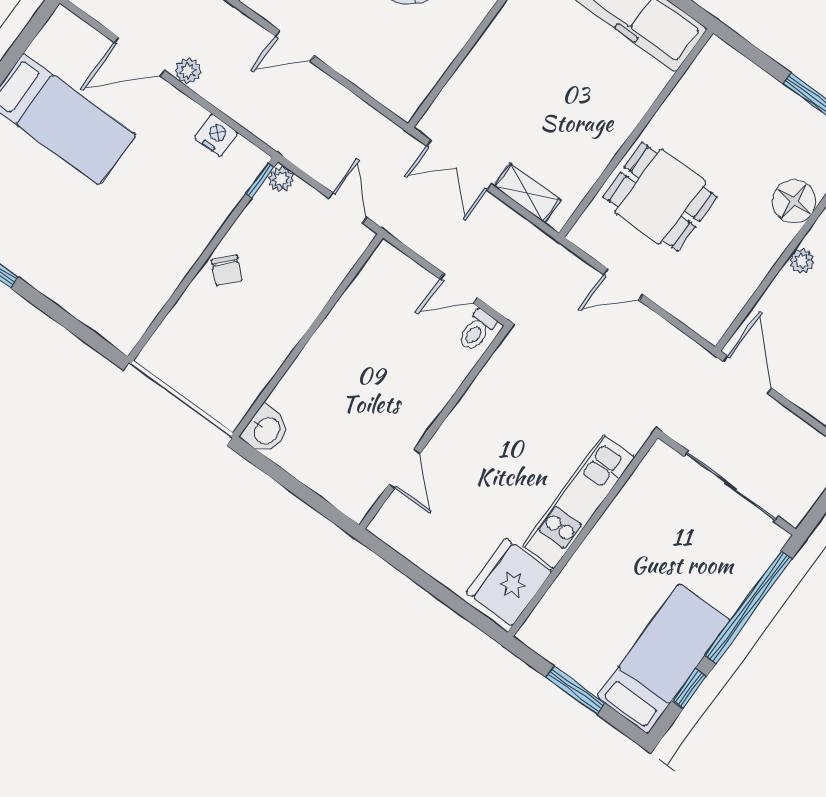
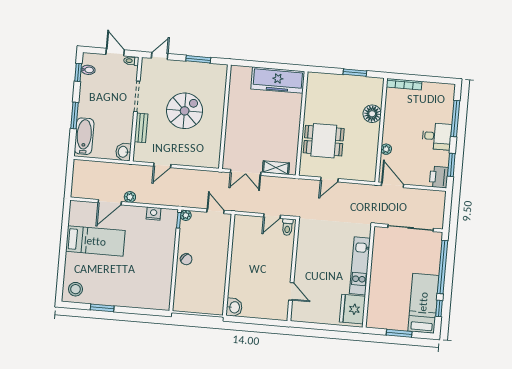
plant: (802, 261) -> (386, 149), moved

